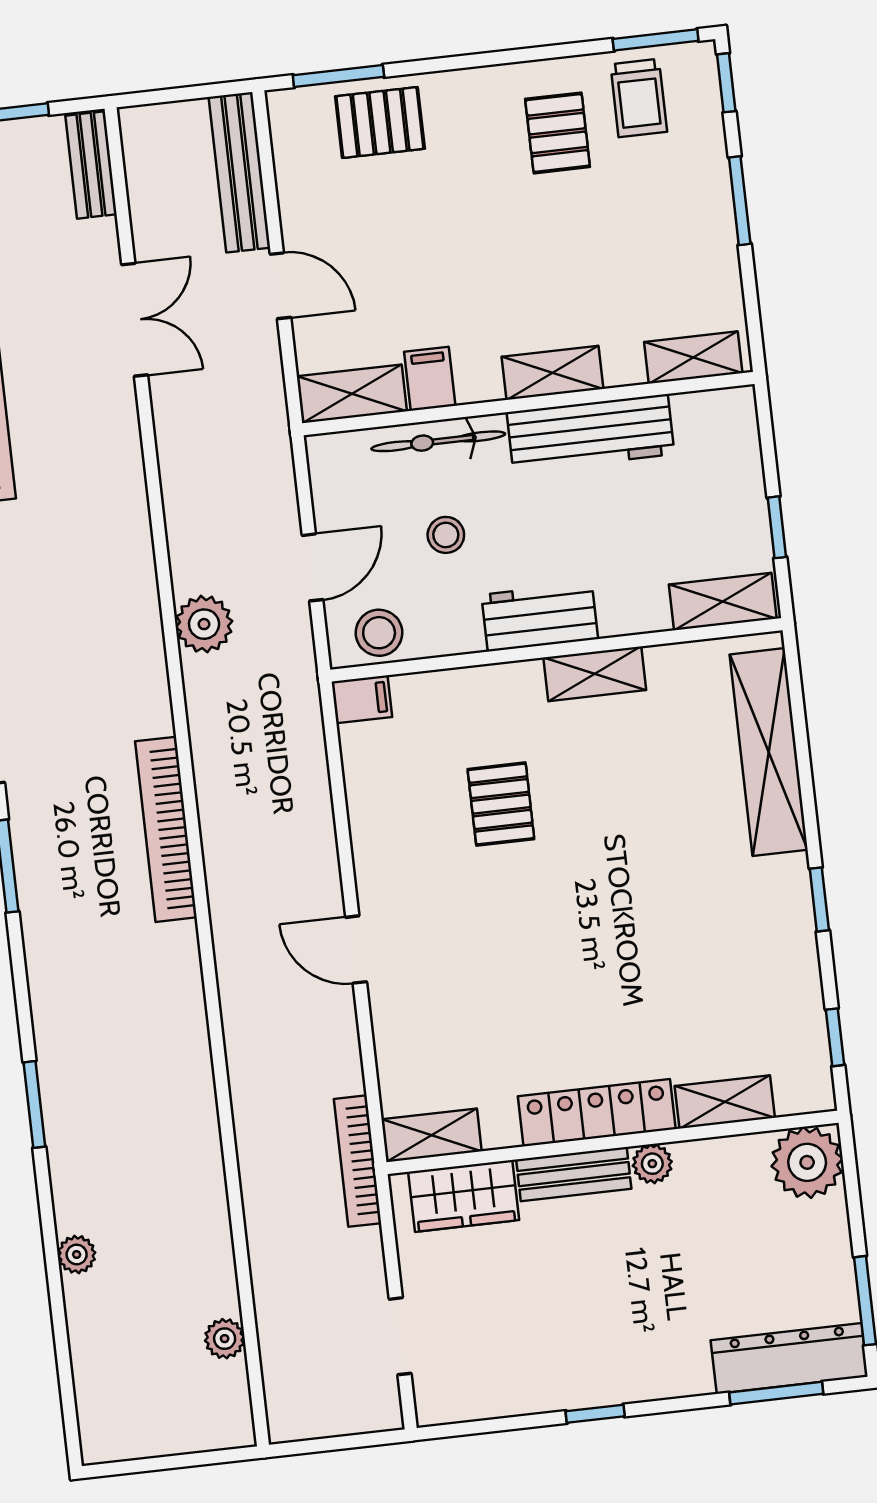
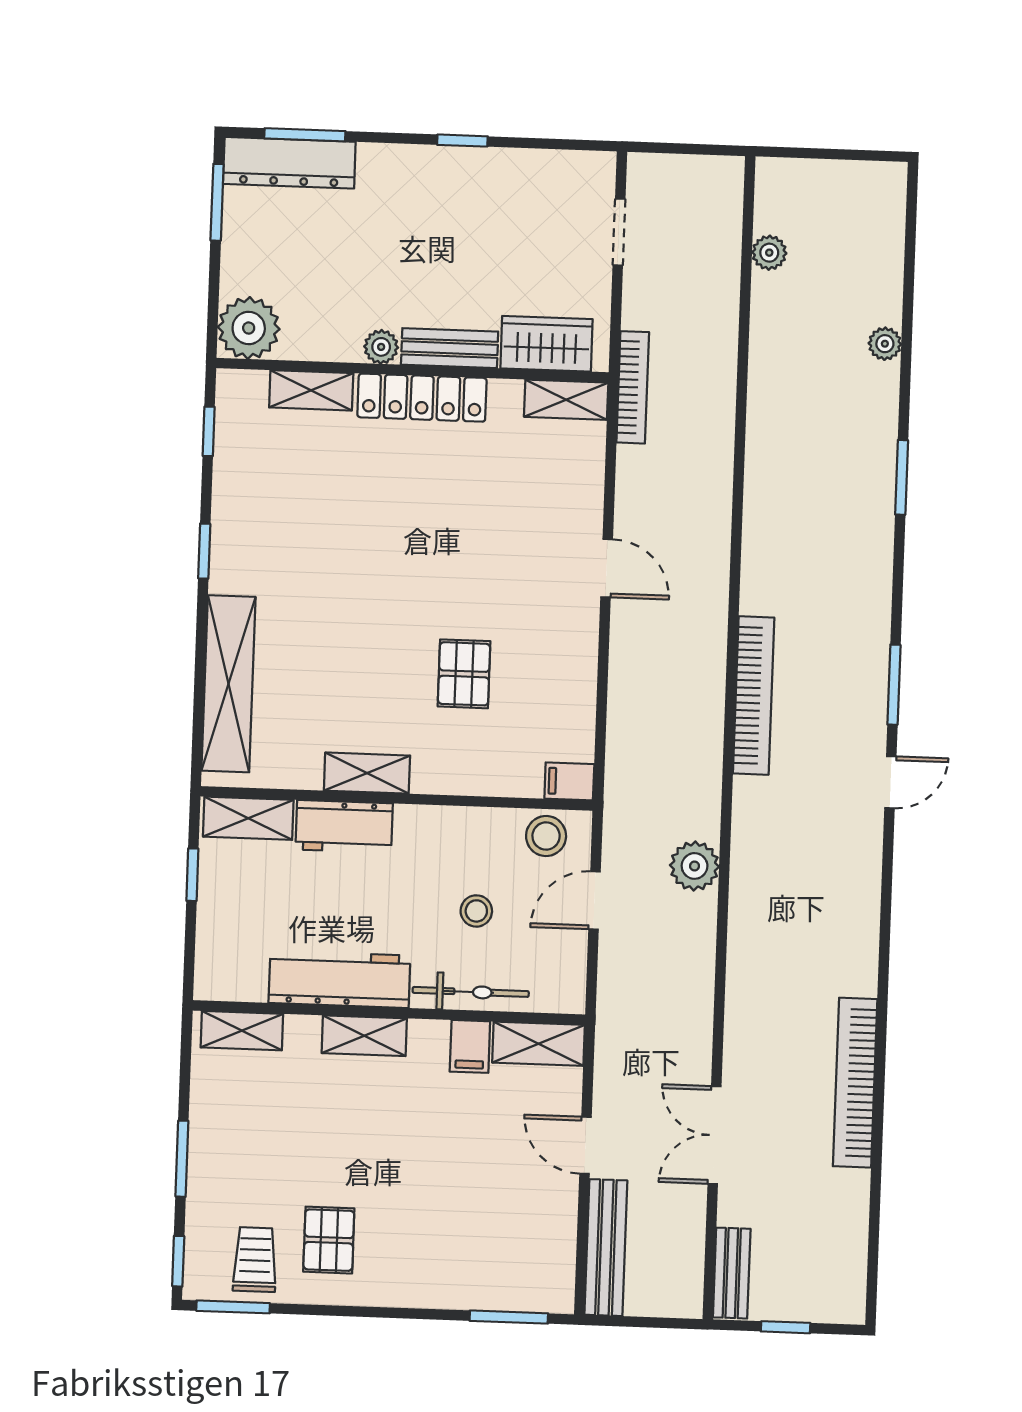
pallet: (380, 123) -> (479, 1272), removed
workbench: (540, 617) -> (344, 826), moved

